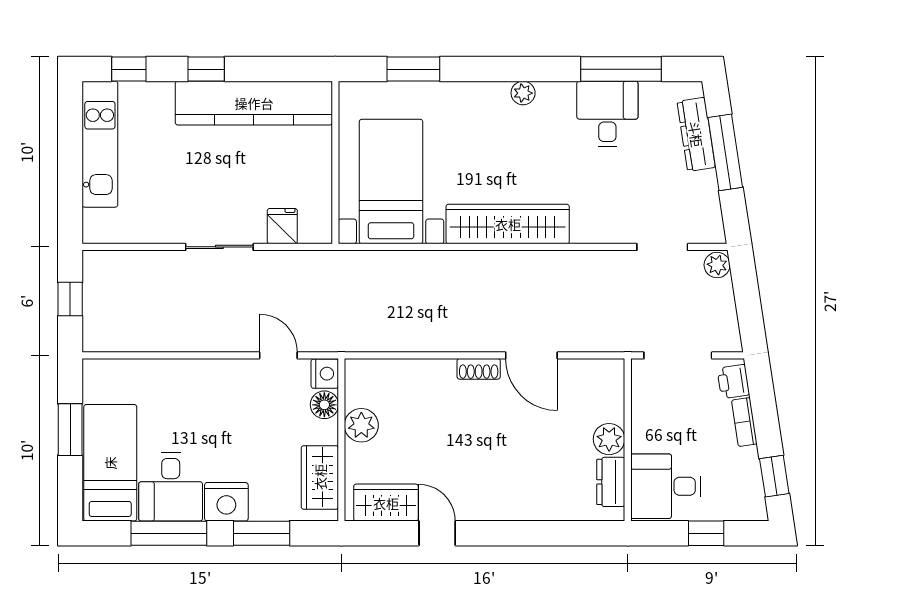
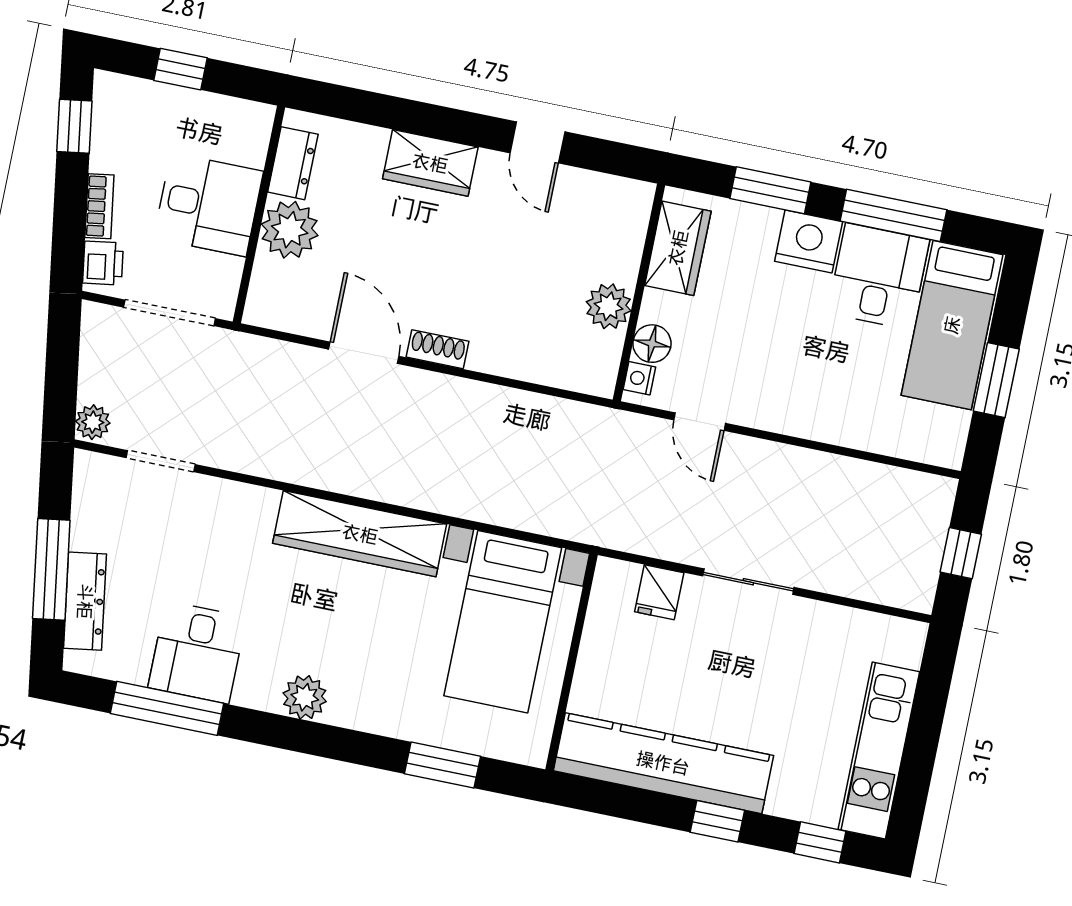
plant: (523, 93) -> (305, 697), width x1.38, depth x1.38
nightstand: (325, 374) -> (639, 378), width x0.72, depth x0.74
plant: (609, 439) -> (290, 230), width x1.36, depth x1.36
desk: (666, 486) -> (208, 205), moved
wardrobe: (386, 503) -> (430, 163), moved

